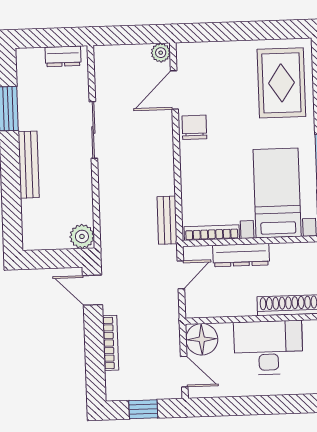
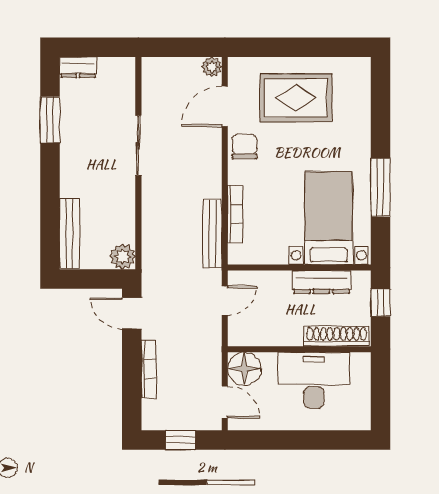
dresser: (63, 56) -> (78, 67), moved
rug: (281, 83) -> (296, 98), moved, turned 90
bench: (29, 165) -> (69, 233), moved
bench: (167, 220) -> (212, 234), width x1.36
bookcase: (212, 233) -> (235, 214), moved, turned 90
dresser: (241, 255) -> (321, 282), moved

